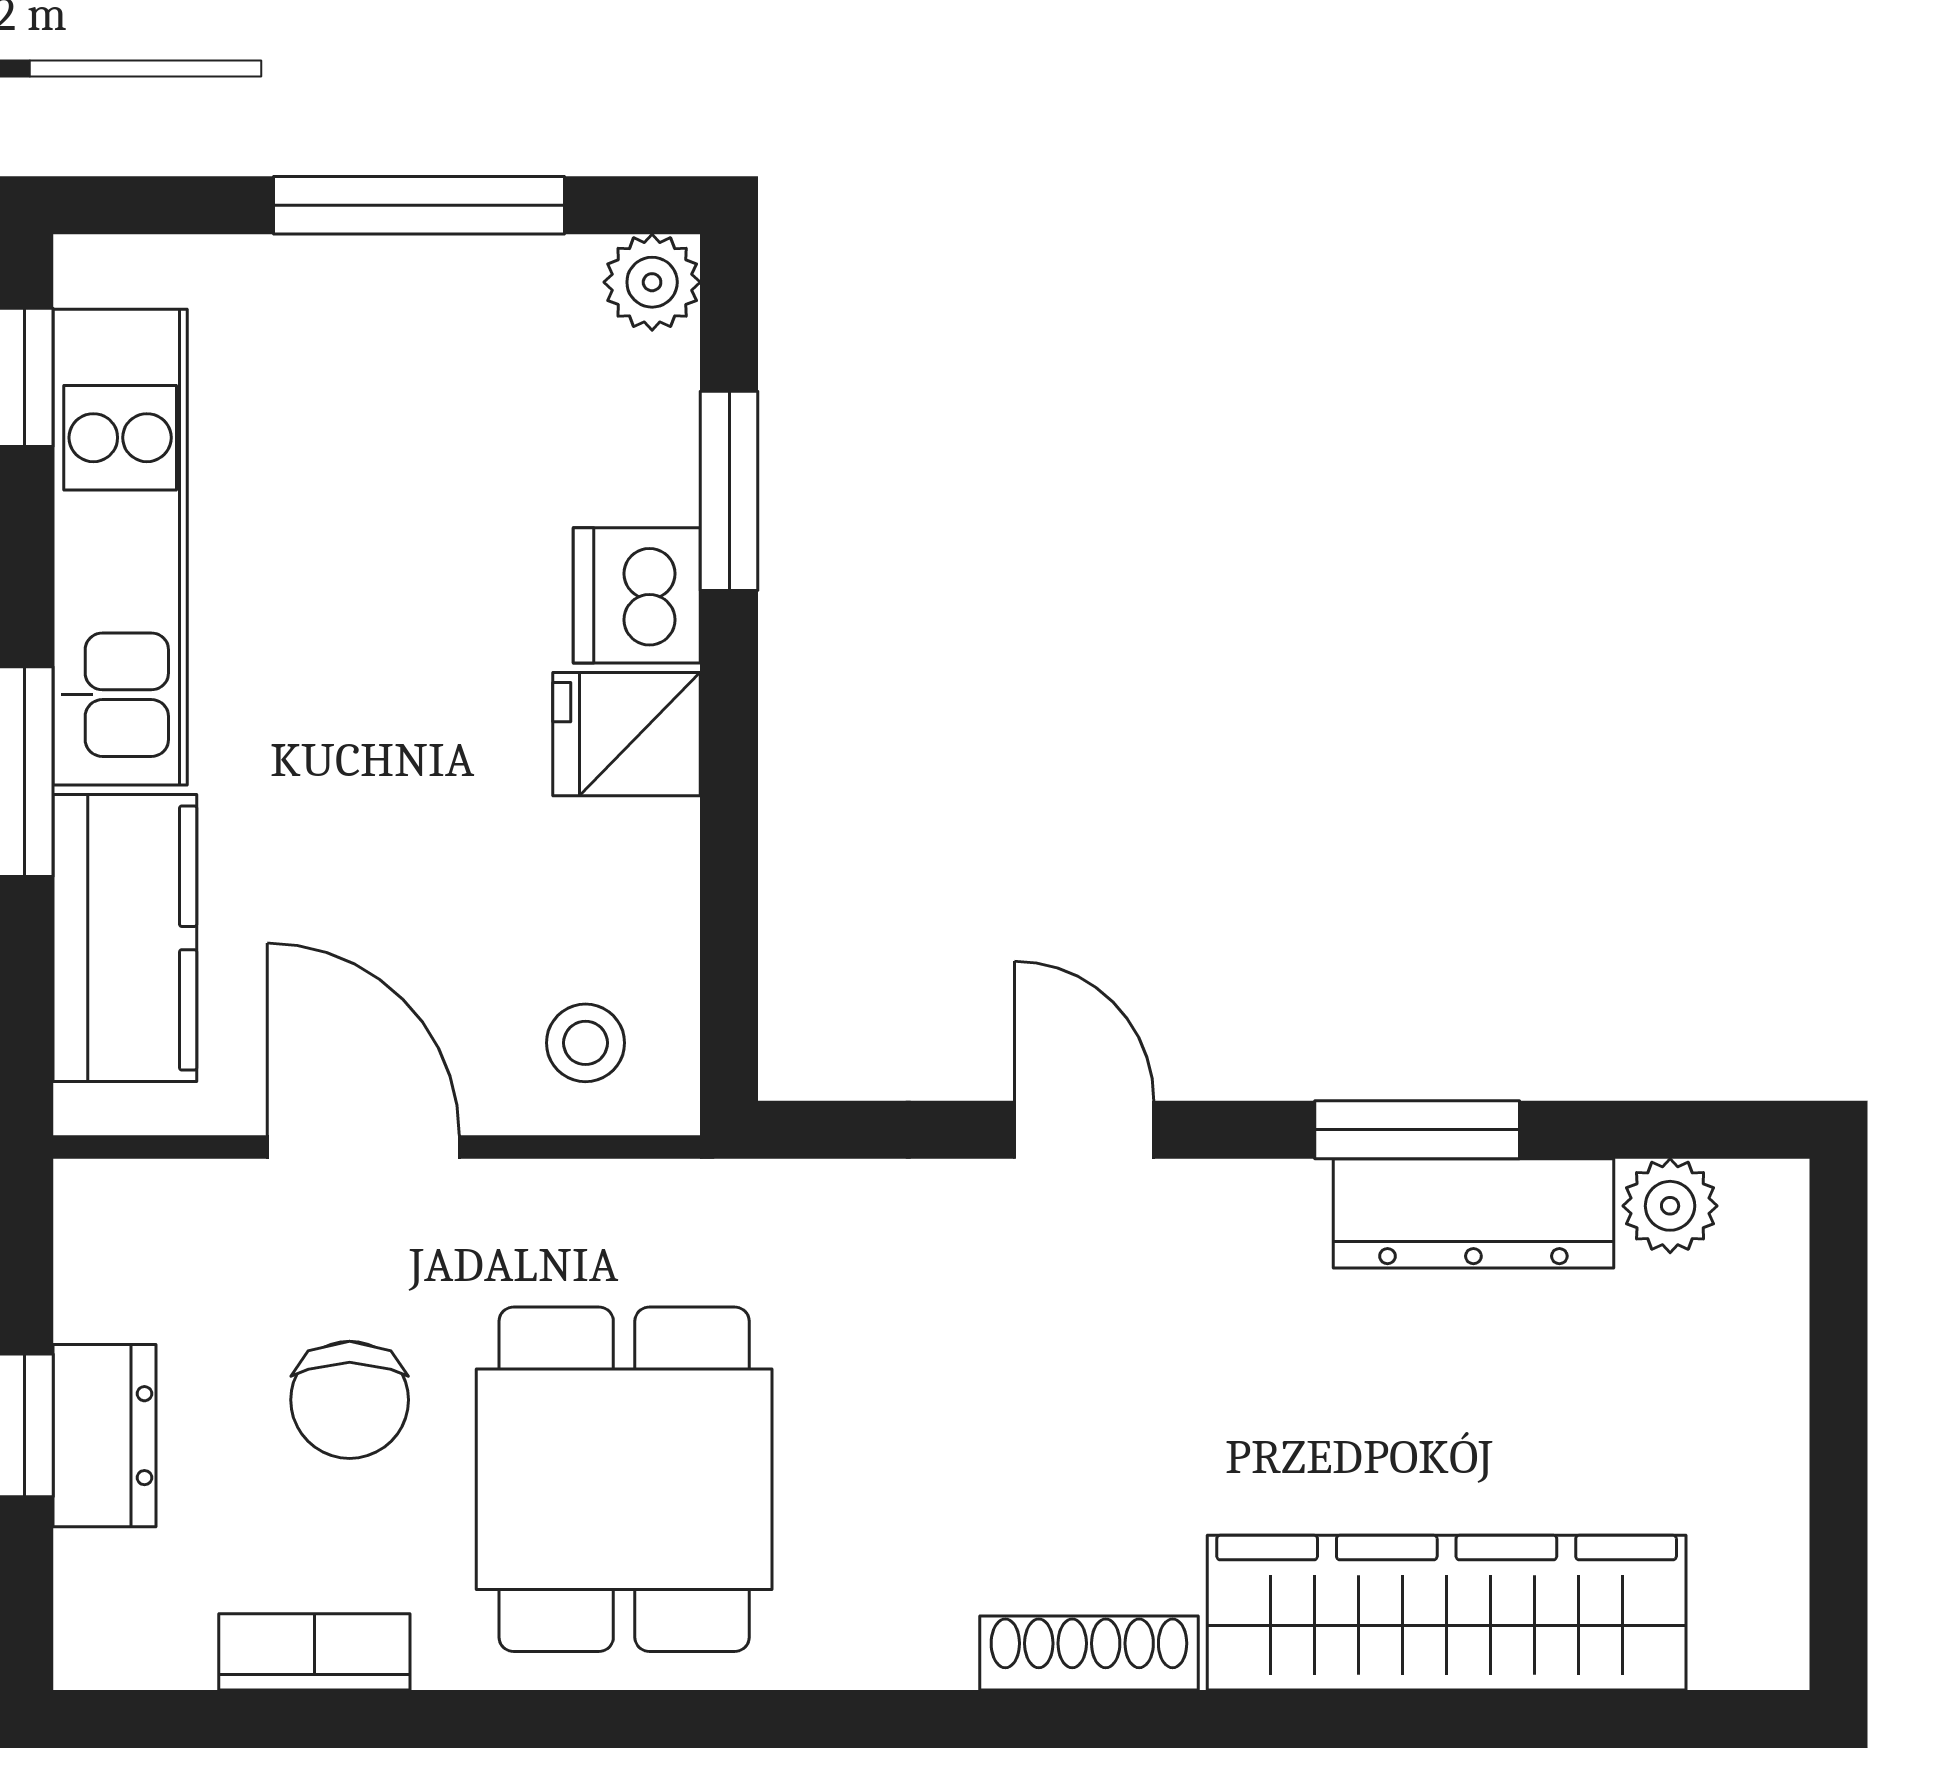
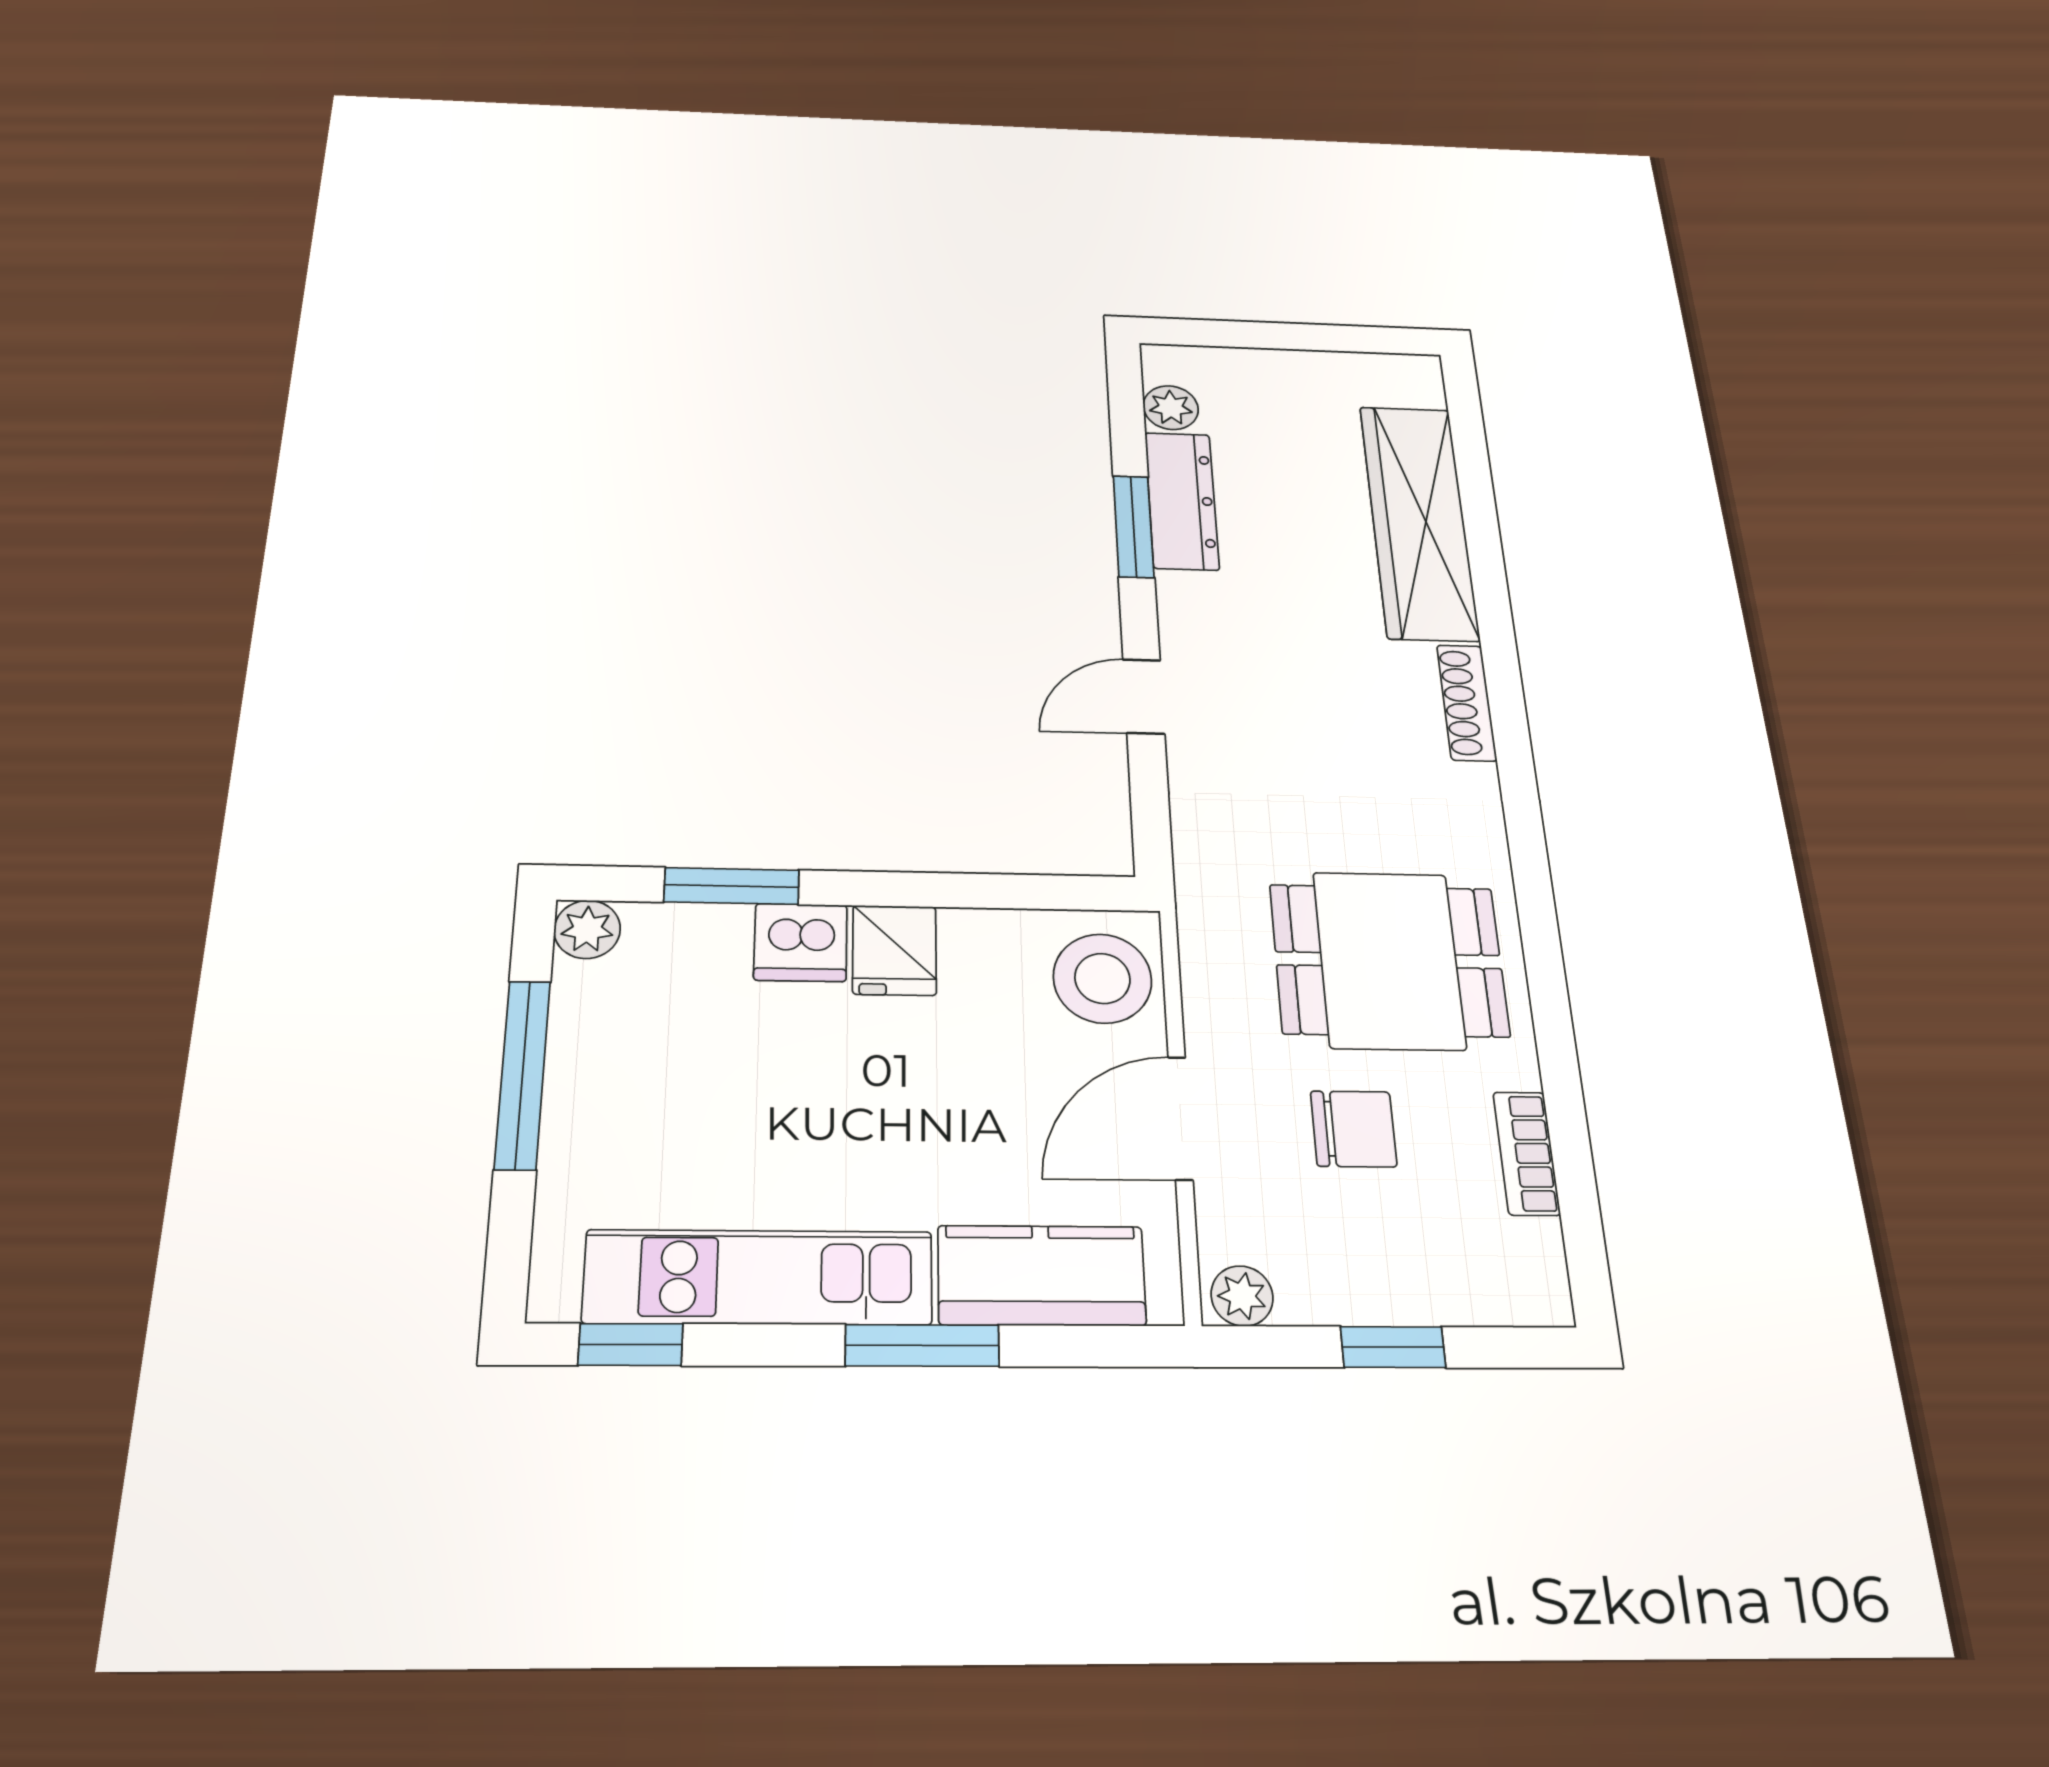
stool: (585, 1043) -> (1102, 979), width x1.89, depth x1.89
plant: (97, 1218) -> (1242, 1296), added
dresser: (104, 1436) -> (1395, 1291), removed

